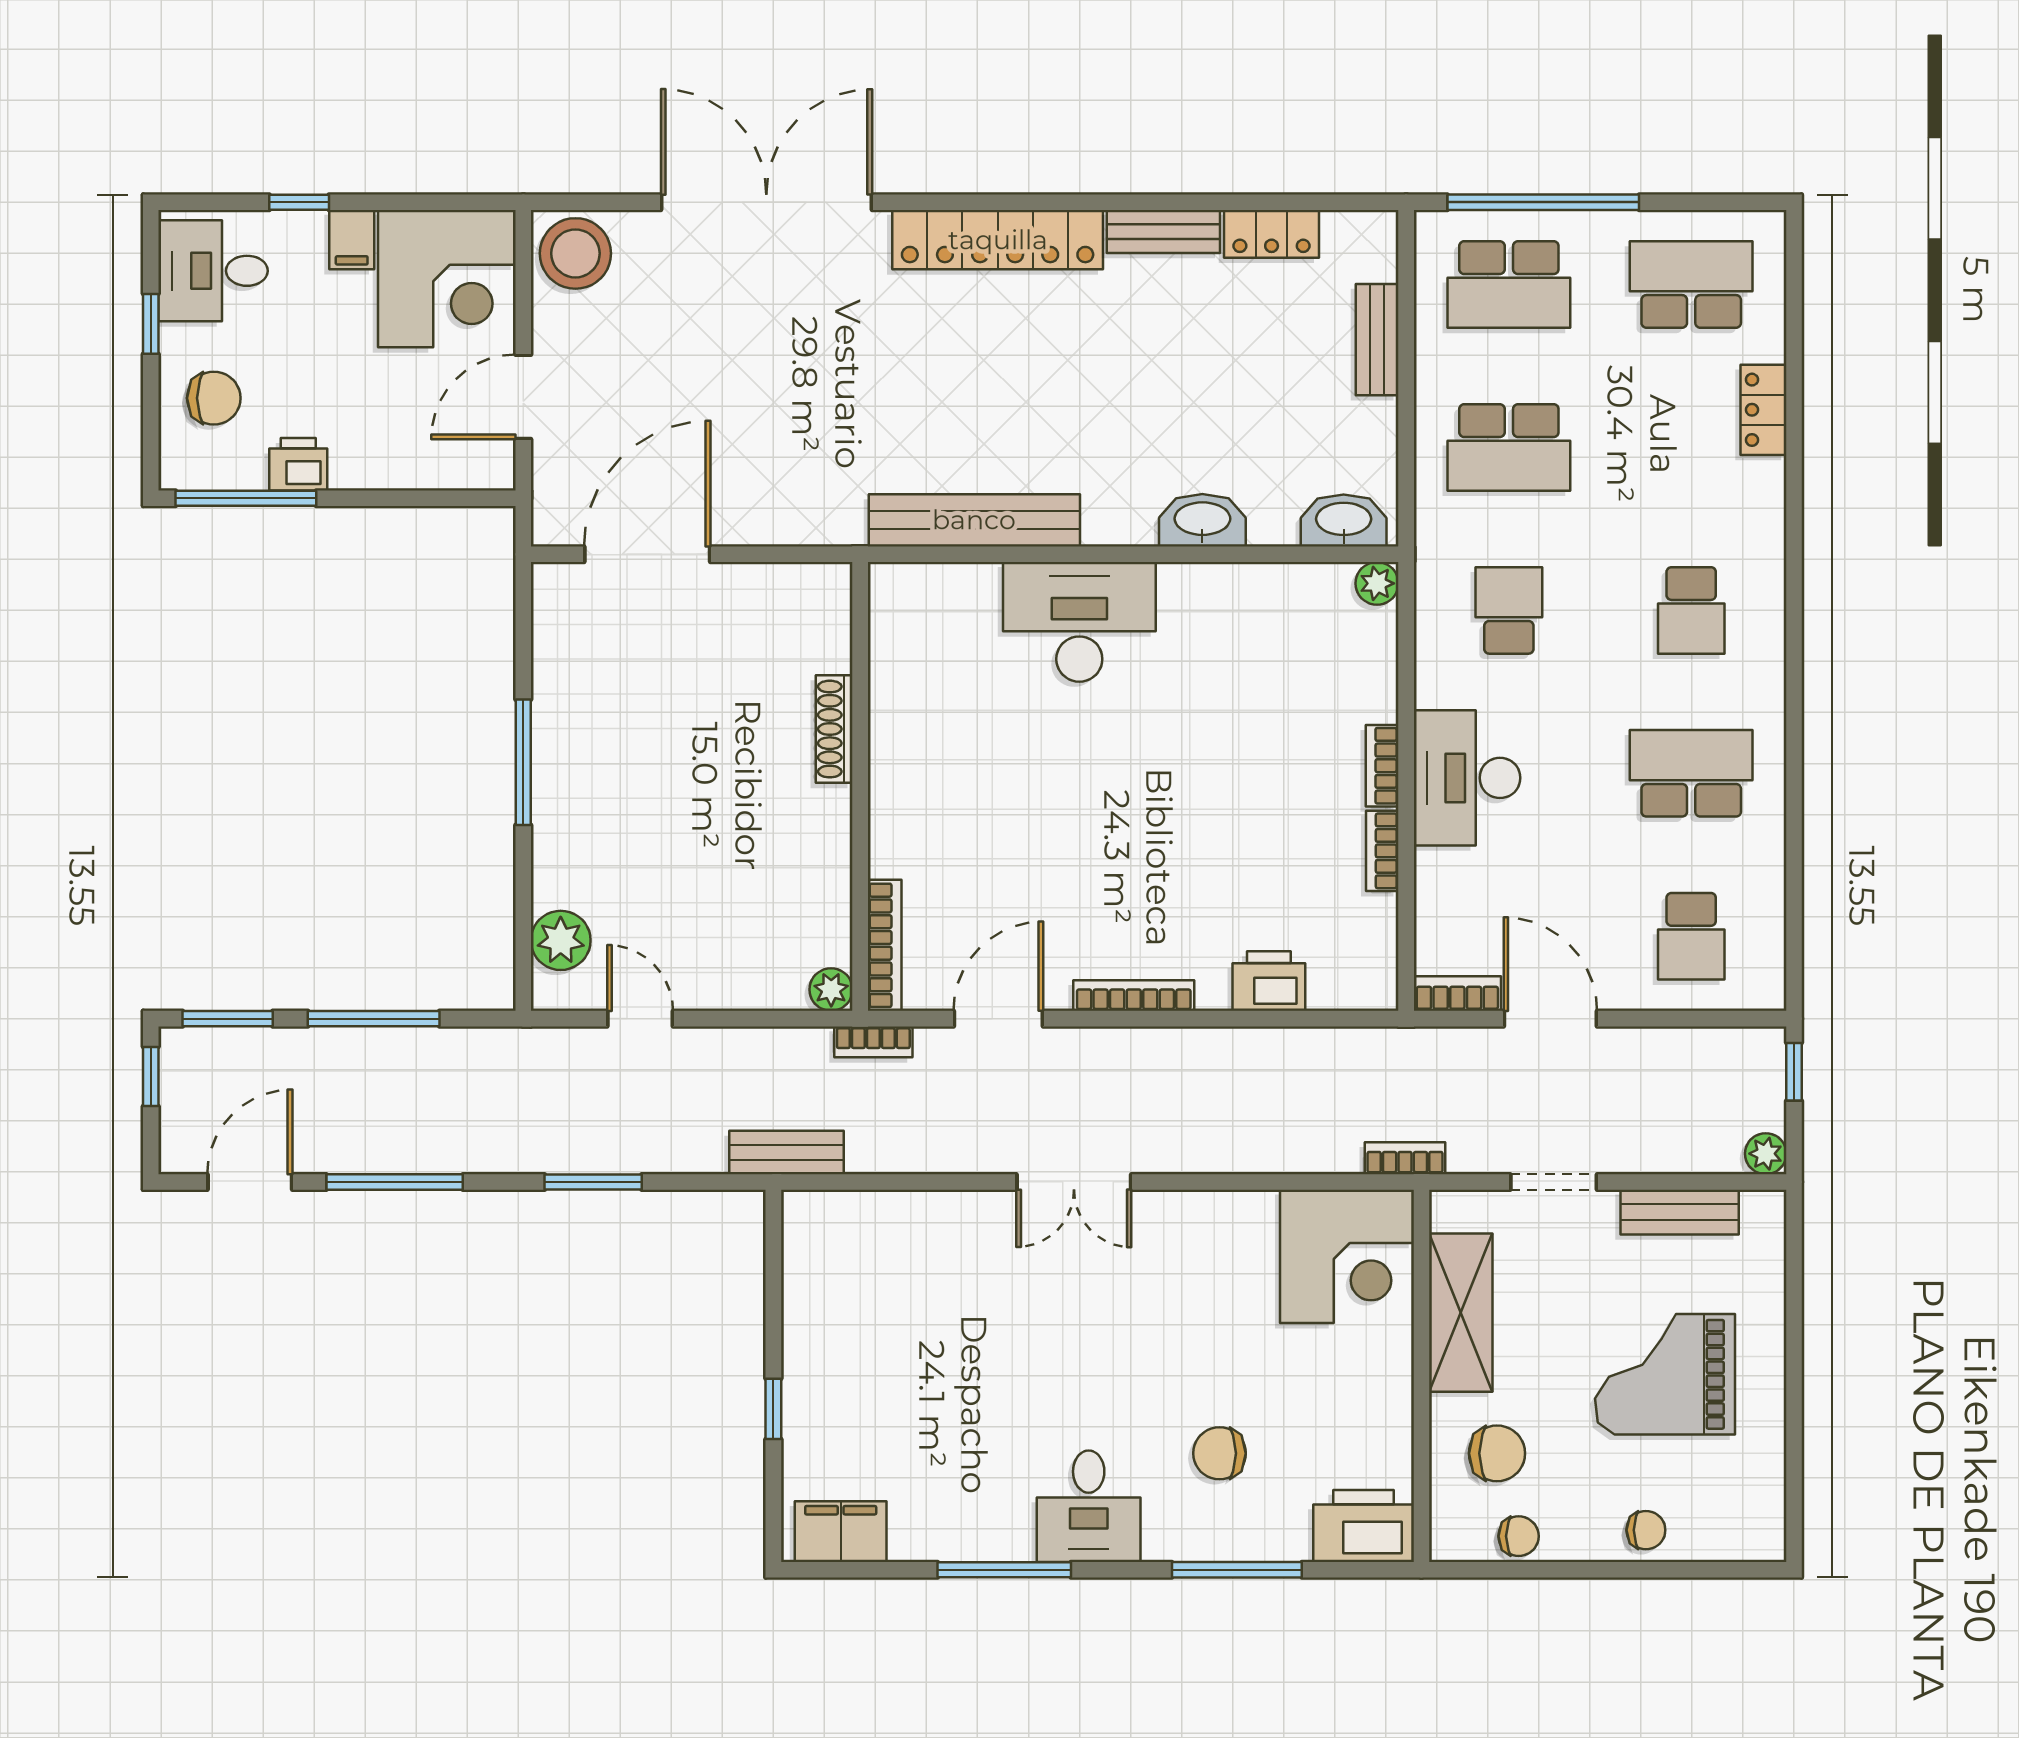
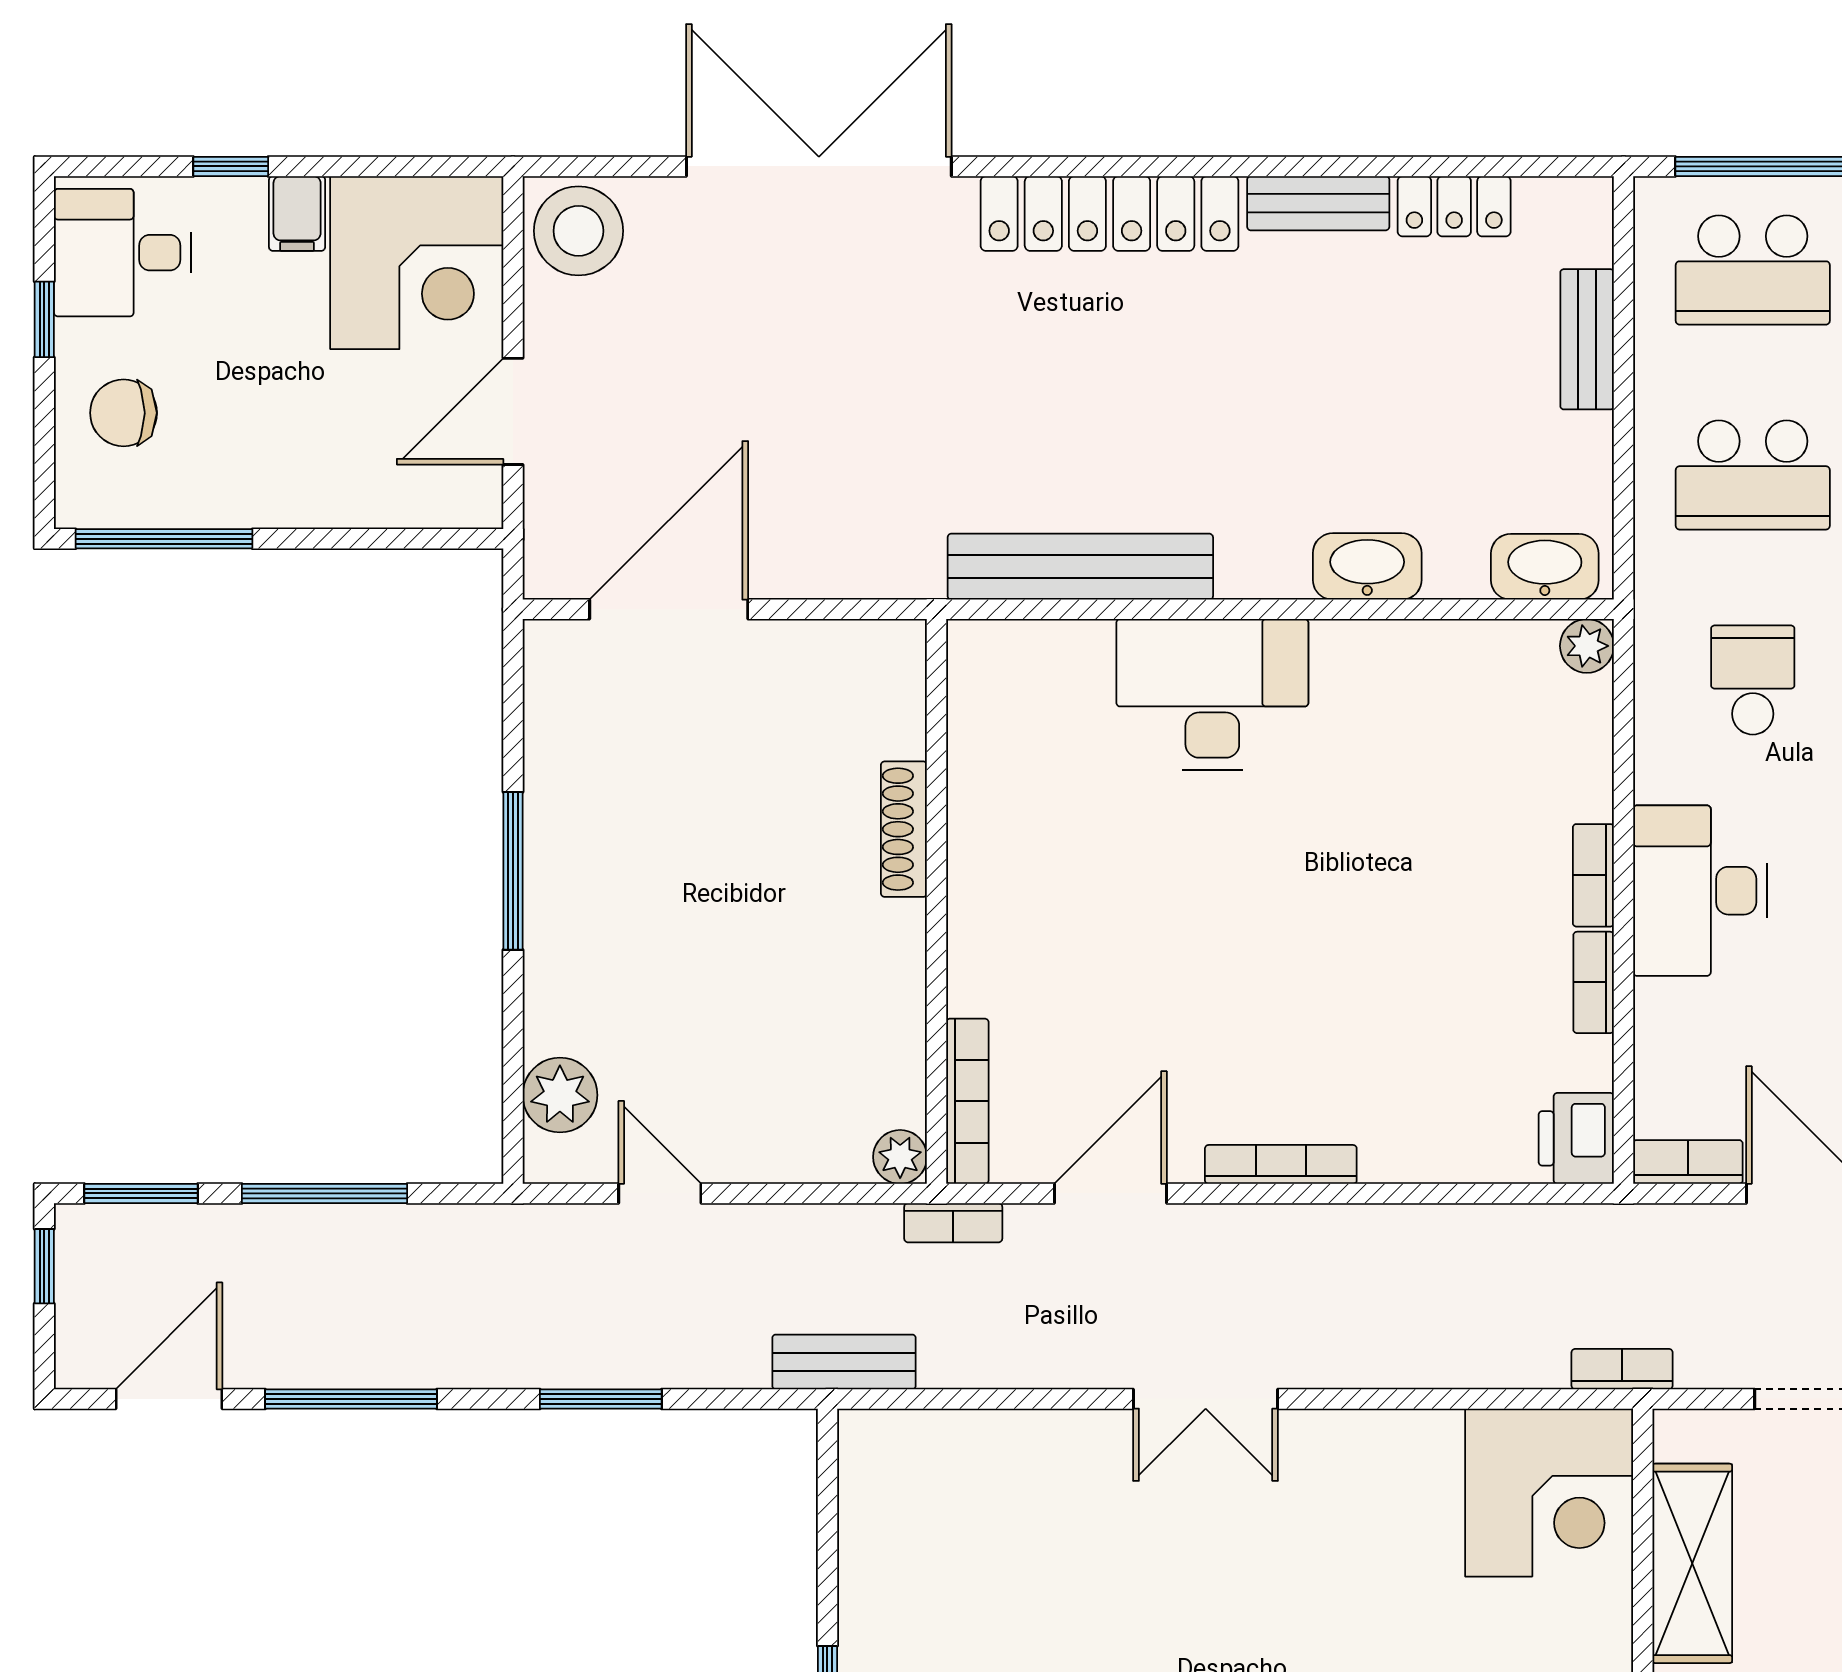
chair: (214, 398) -> (124, 413), turned 180
printer: (298, 464) -> (230, 496), removed
printer: (1269, 981) -> (1576, 1138), moved, turned -90

